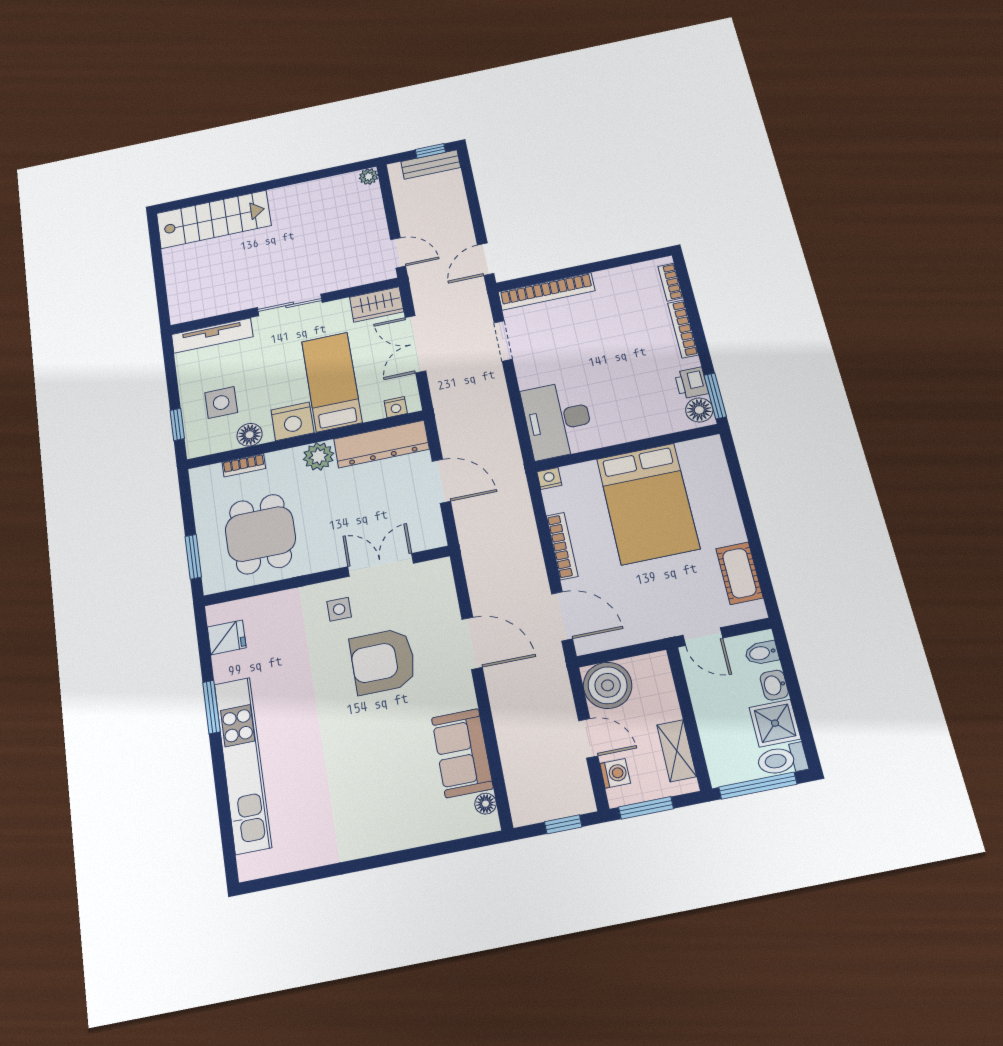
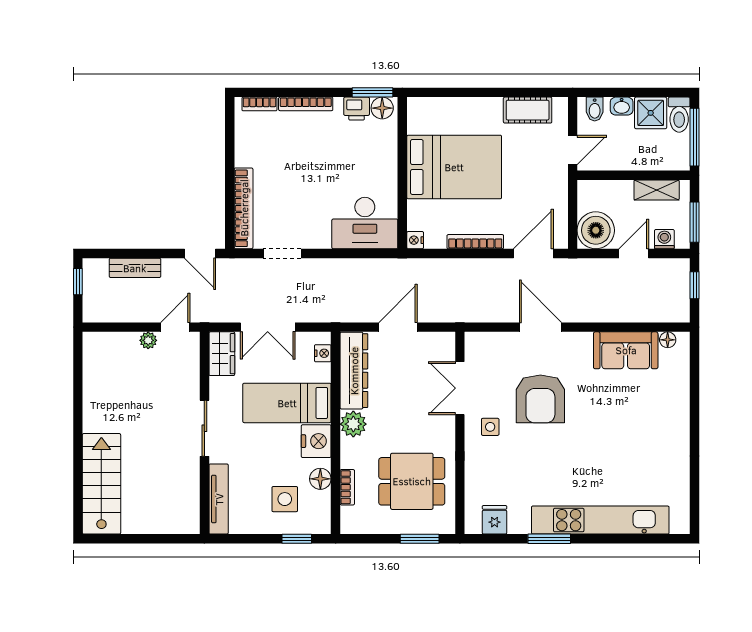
bench: (431, 165) -> (135, 268), moved, turned 90
plant: (369, 177) -> (148, 340), moved
door: (472, 643) -> (540, 327), hinge flipped

